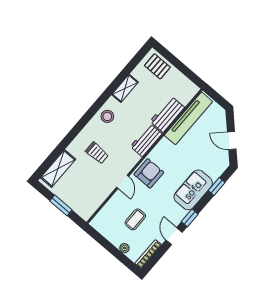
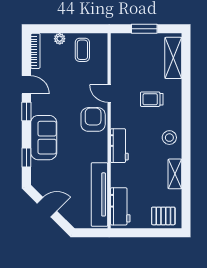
workbench: (167, 114) -> (120, 206), moved
armchair: (149, 173) -> (93, 119), turned 180
coffee table: (135, 219) -> (82, 50), moved

